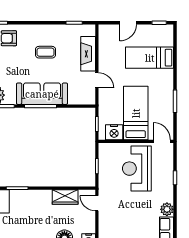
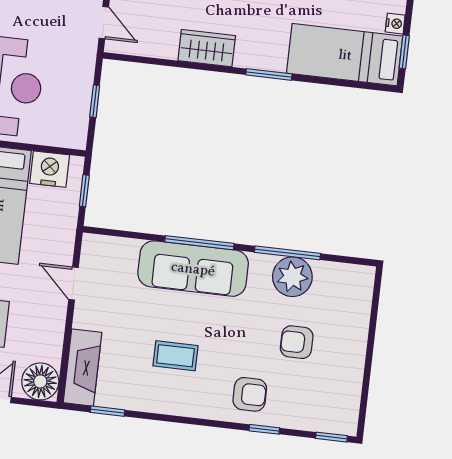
floor lamp: (107, 33) -> (40, 381), added
fireplace: (88, 54) -> (82, 368), moved
wardrobe: (65, 197) -> (207, 48), moved

